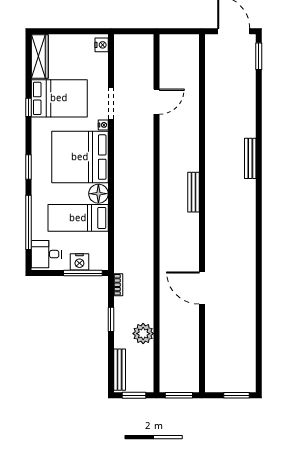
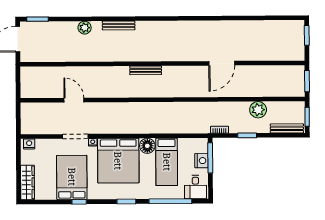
wardrobe: (40, 57) -> (27, 182), moved, turned 90
plant: (248, 115) -> (85, 28), added

